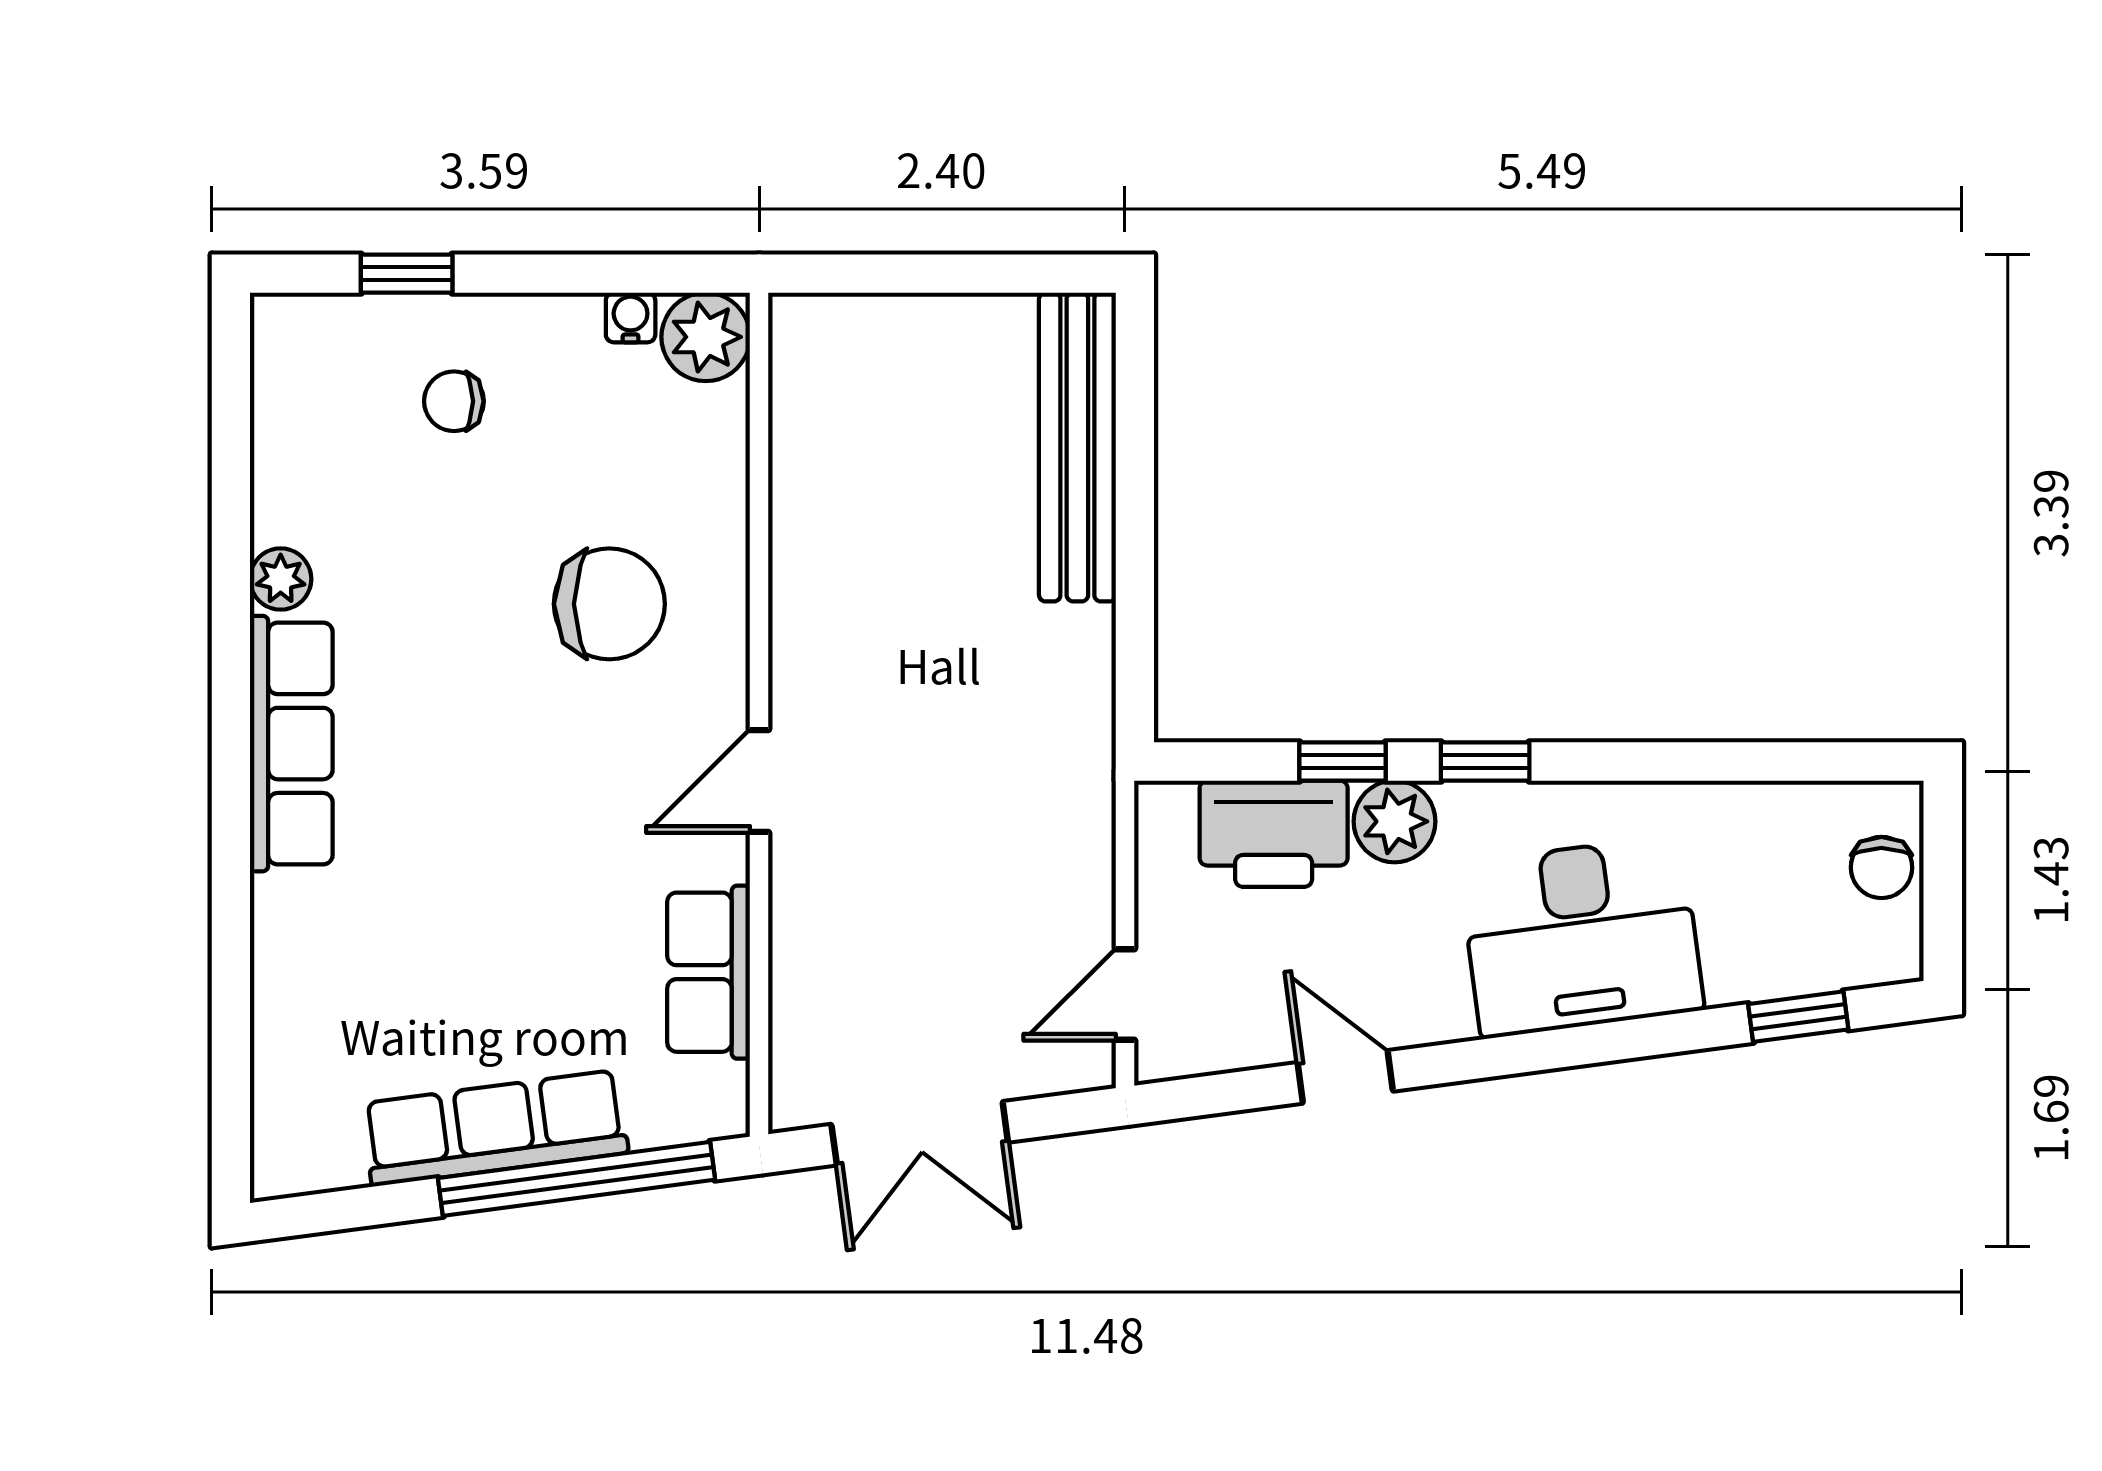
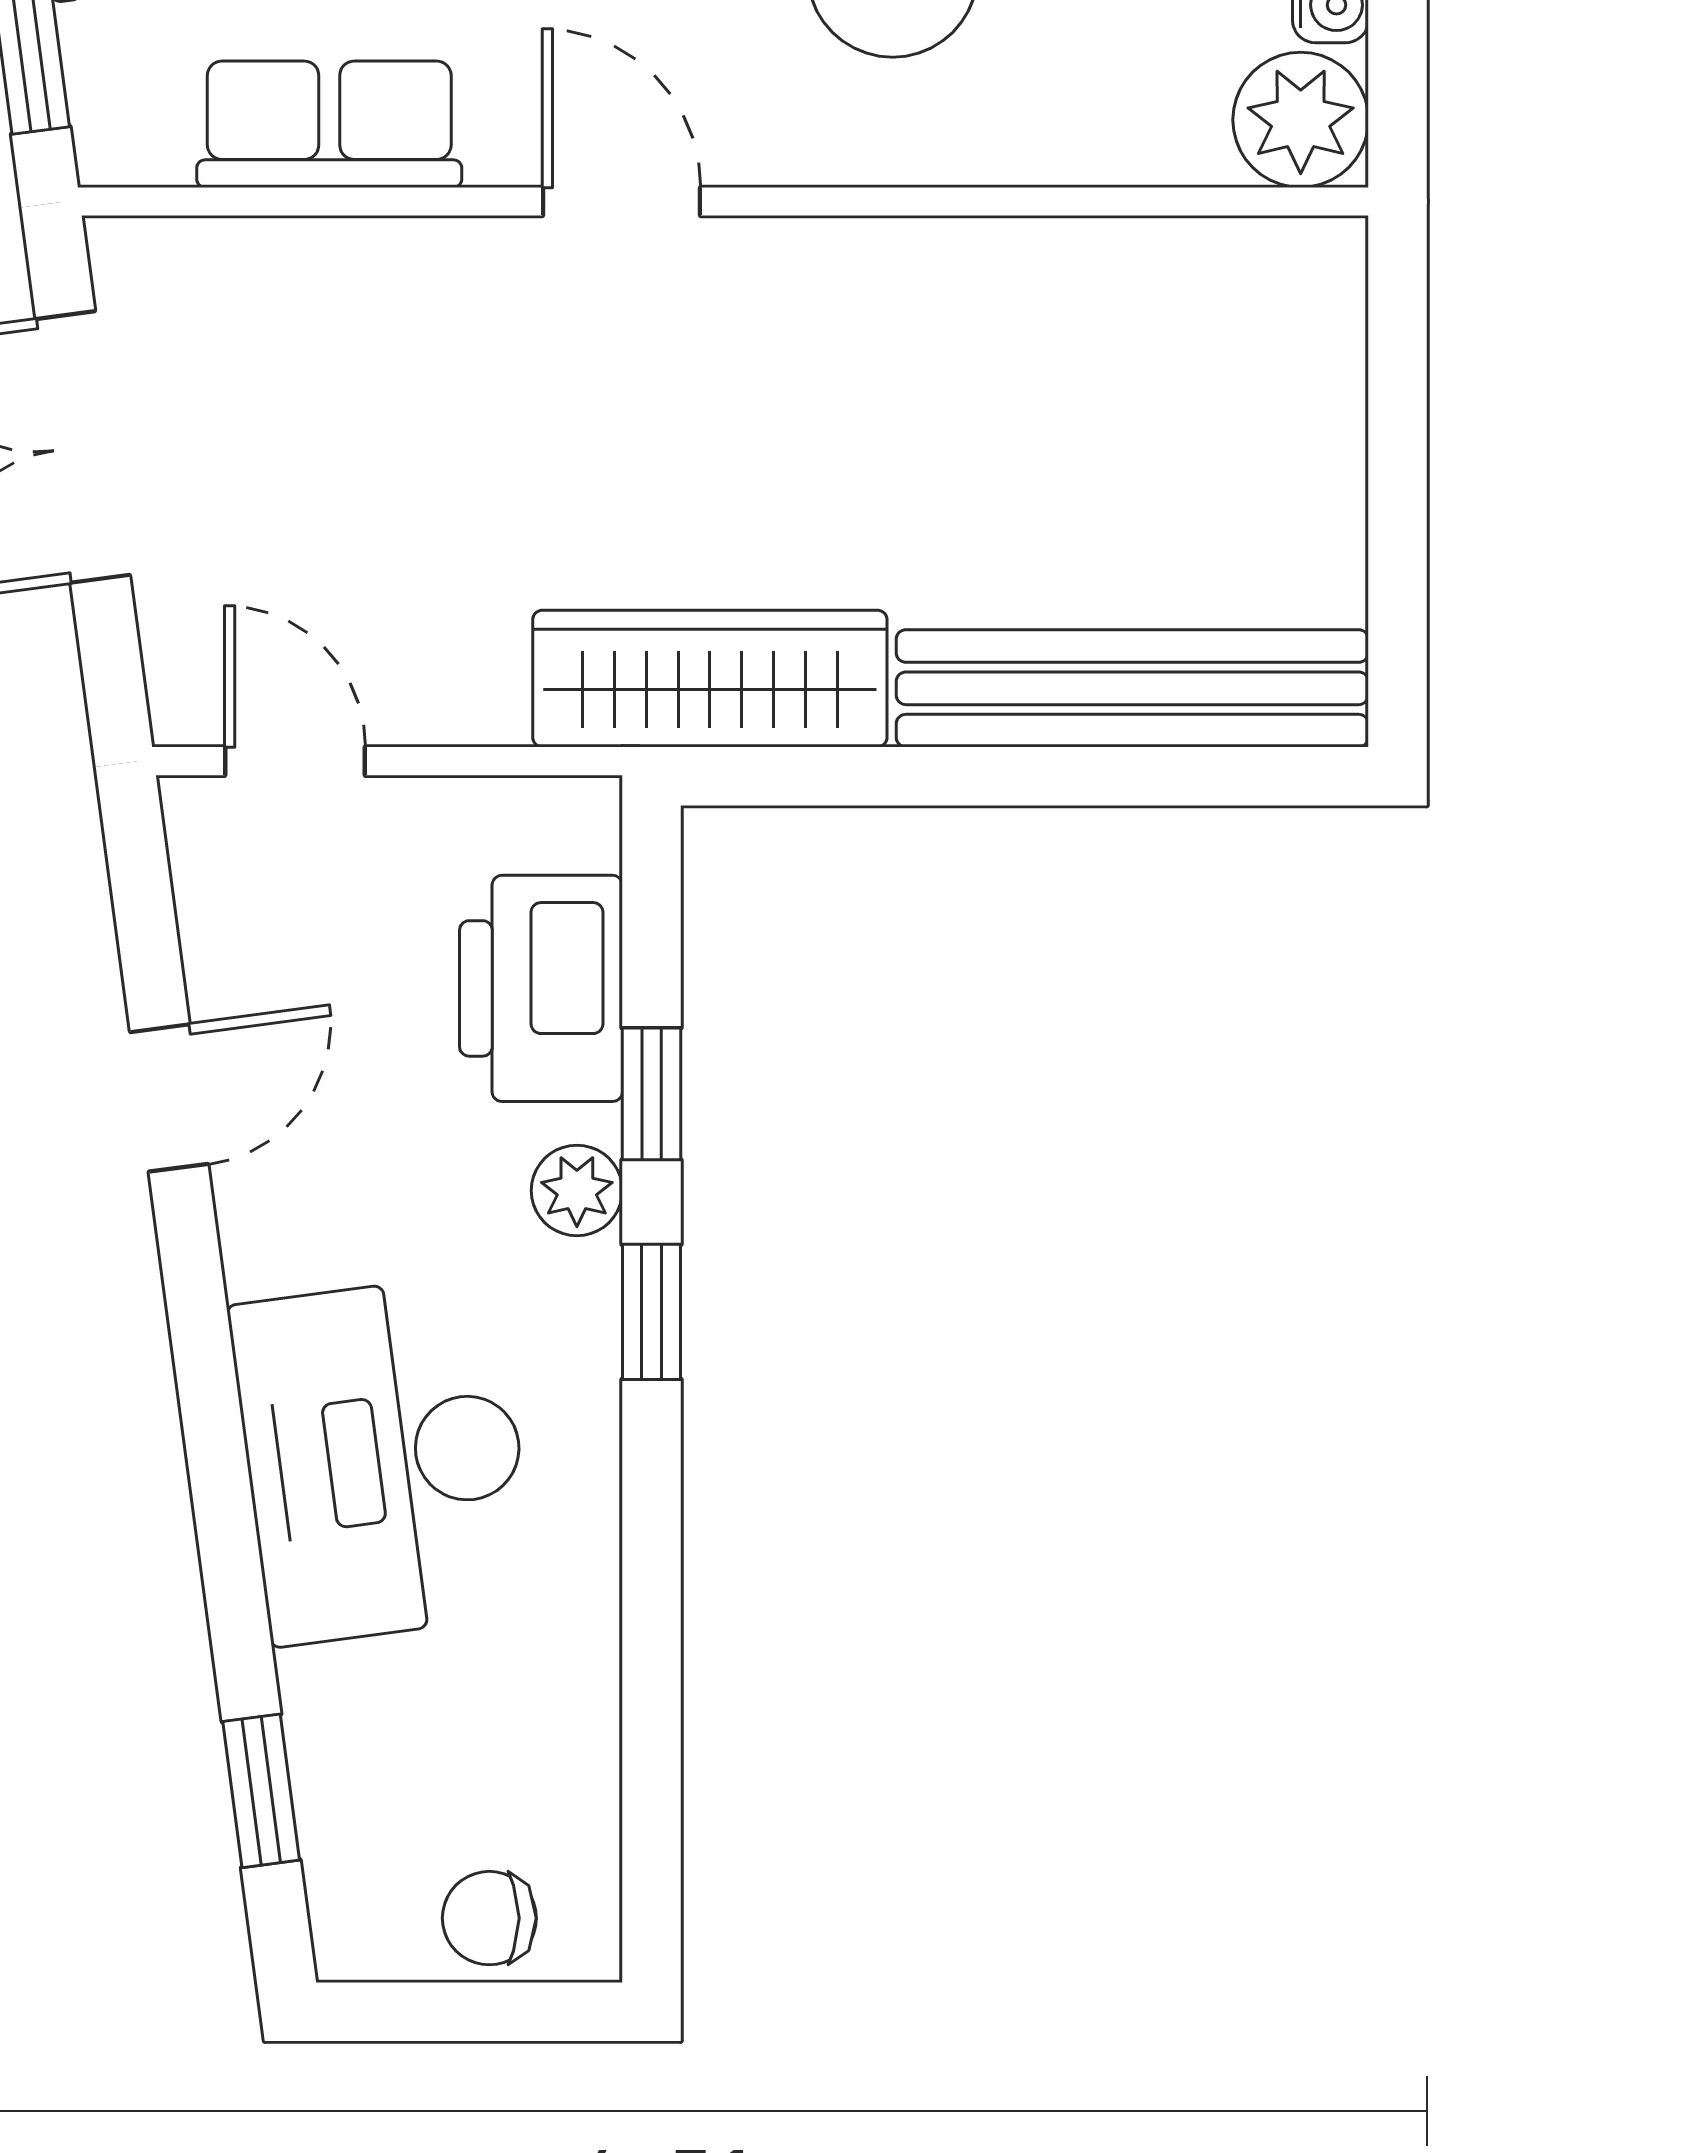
wardrobe: (1071, 723) -> (710, 679), added
plant: (1395, 821) -> (577, 1190), width x0.73, depth x0.73

